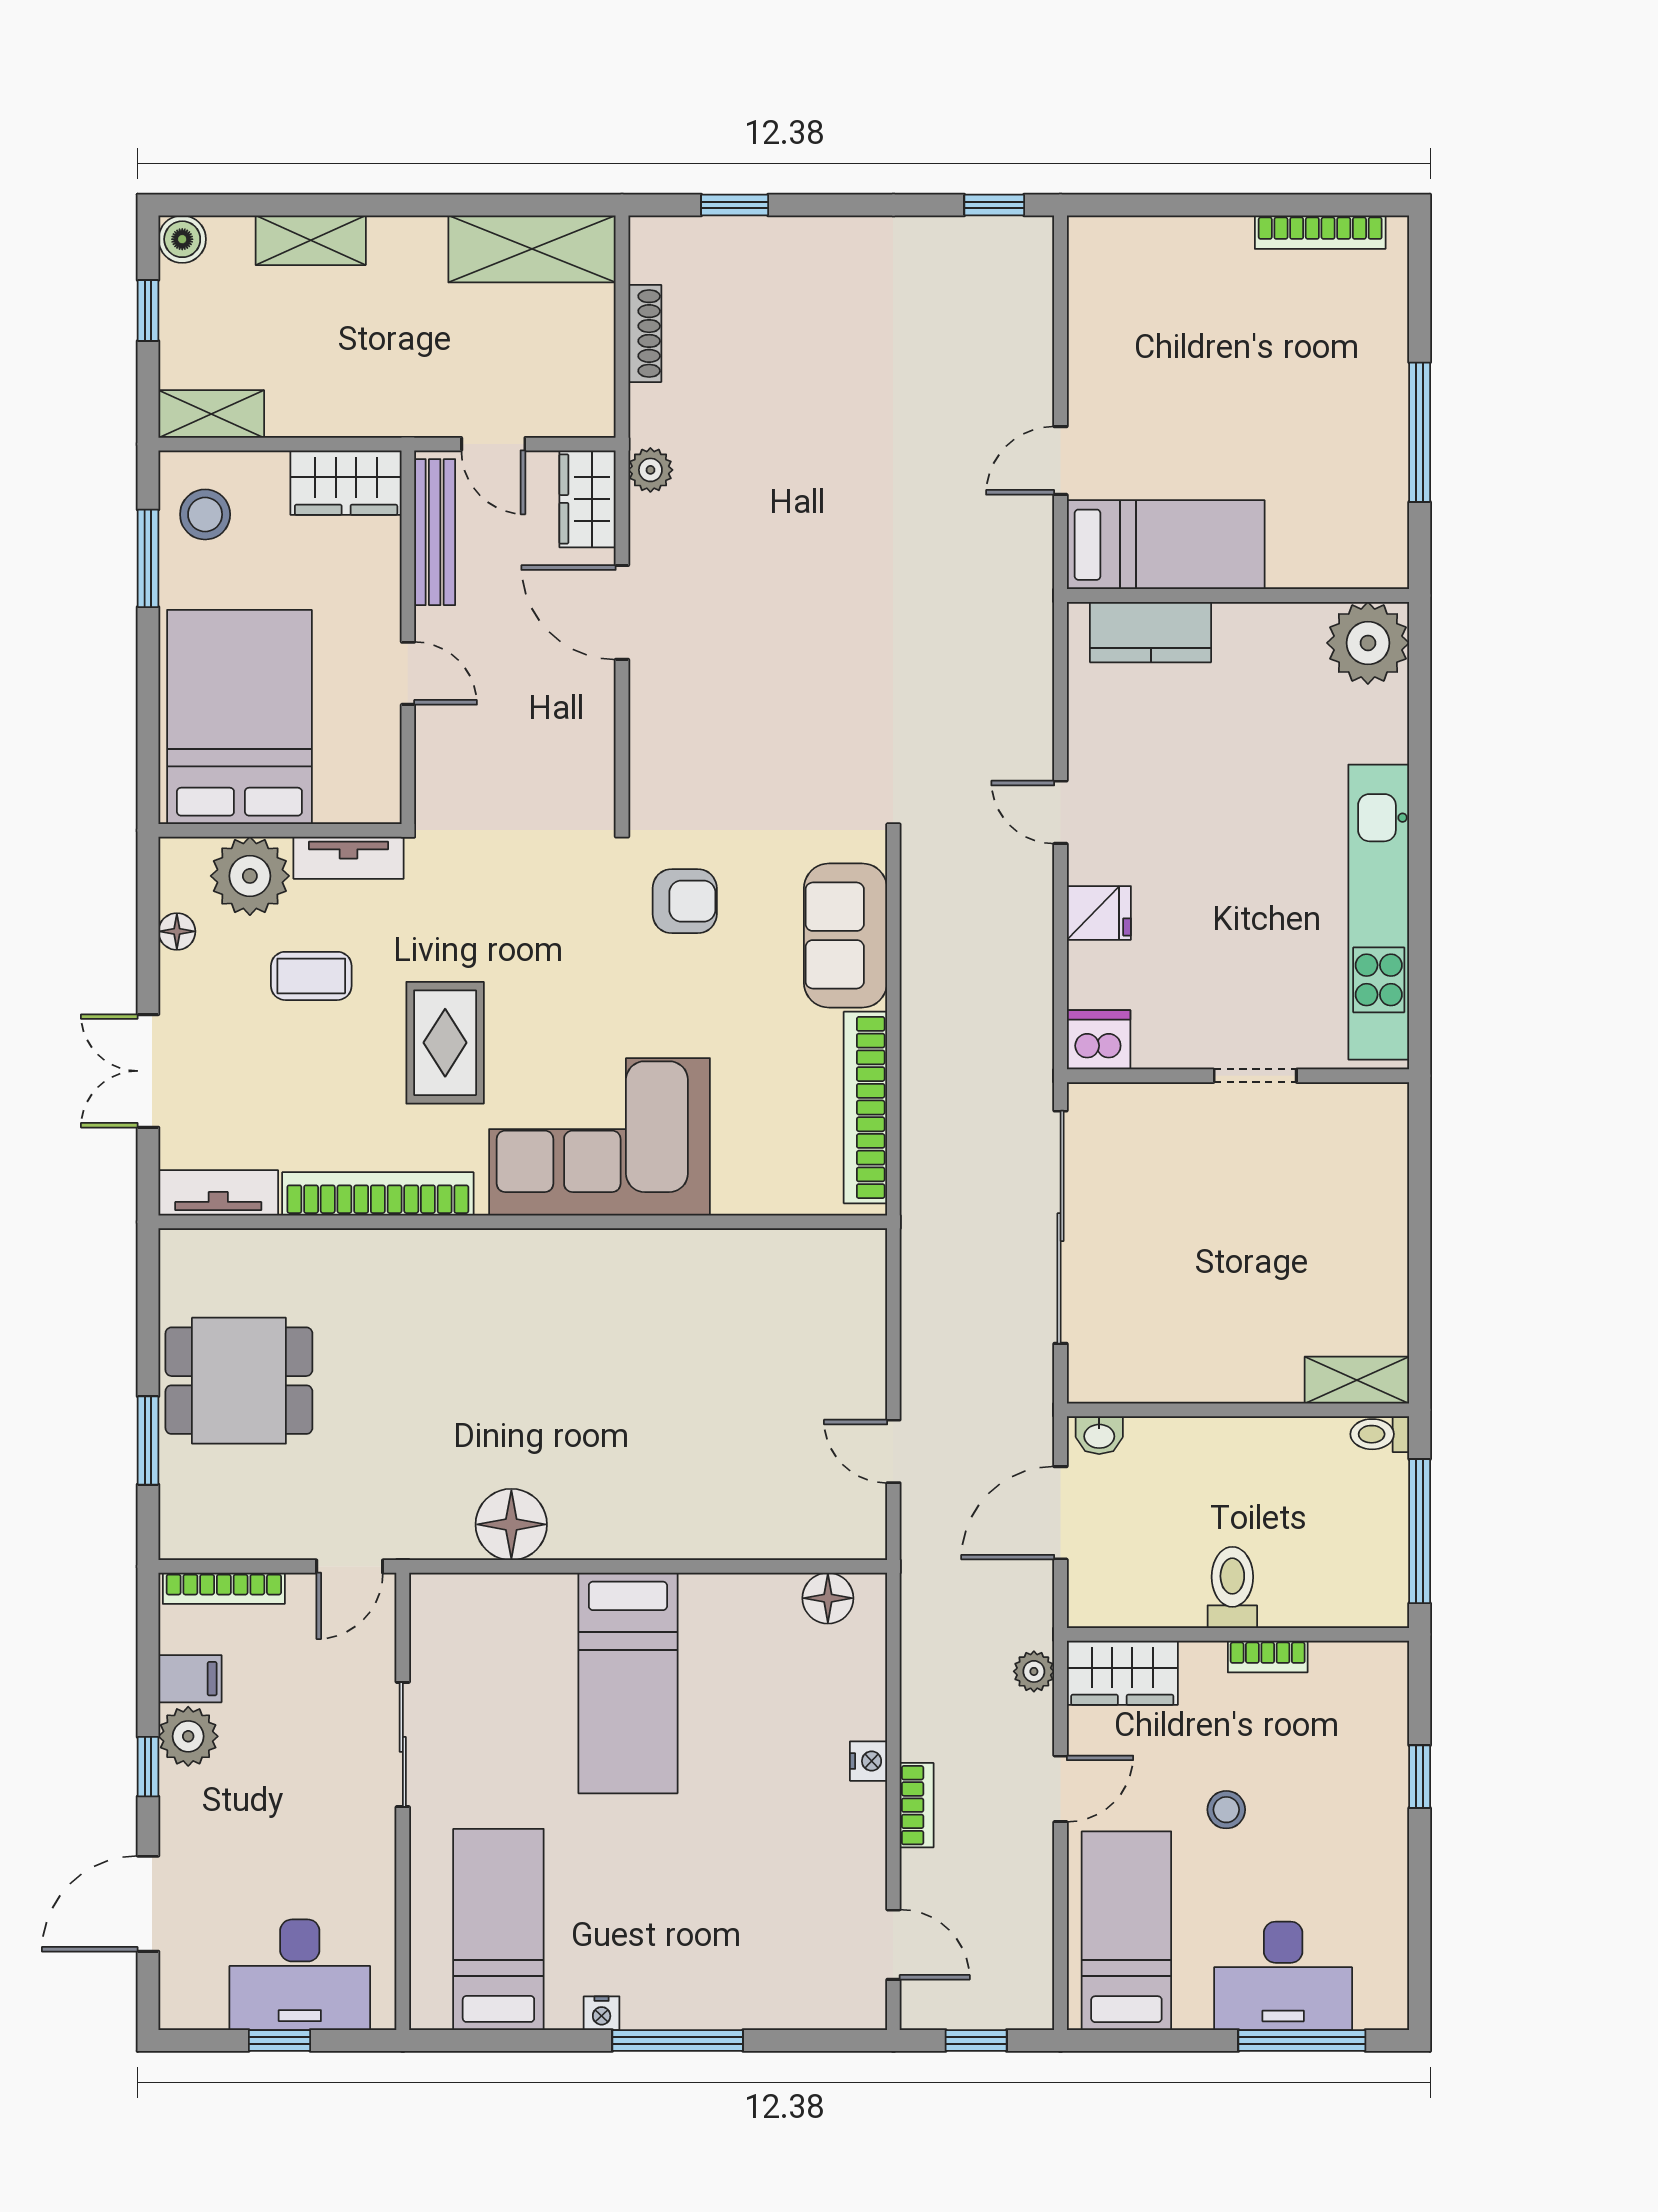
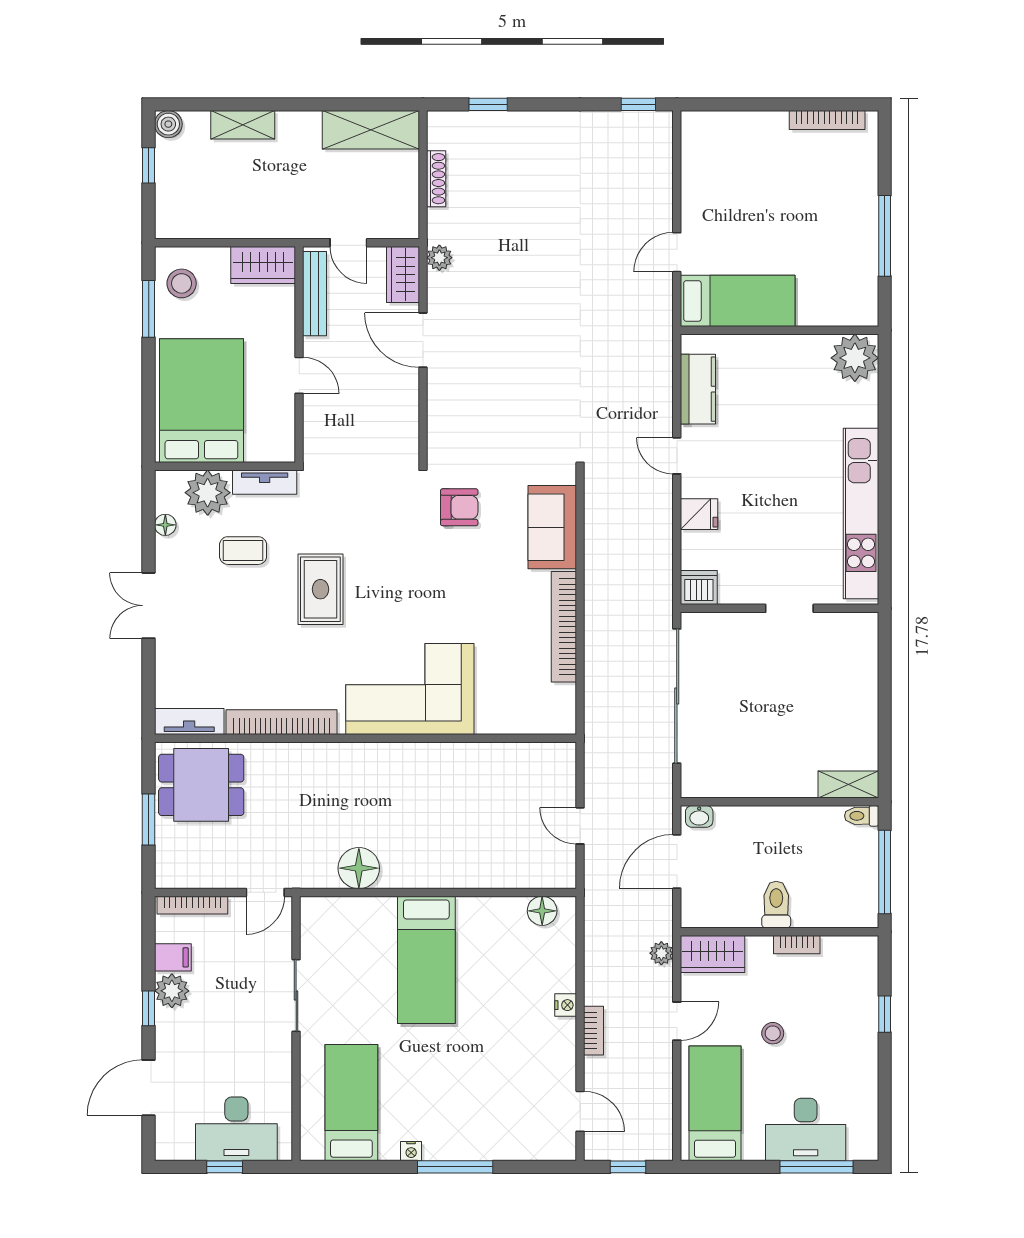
shelving: (211, 414) -> (185, 225), removed
kitchen counter: (1151, 632) -> (698, 389), moved, turned -90
corner sofa: (599, 1137) -> (410, 689), moved
tv unit: (218, 1193) -> (189, 721), moved
bookcase: (378, 1194) -> (282, 722), moved
wall: (523, 1222) -> (366, 738), moved

